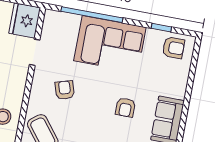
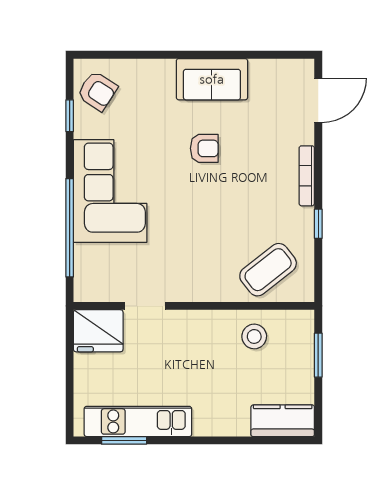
armchair: (173, 48) -> (97, 91), turned 123
armchair: (65, 90) -> (195, 248), removed

